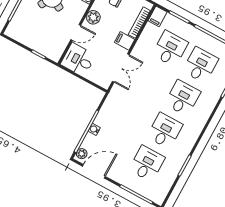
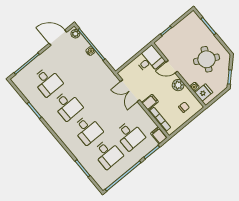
door: (76, 32) -> (172, 67), hinge flipped
door: (94, 171) -> (58, 38), swing flipped

